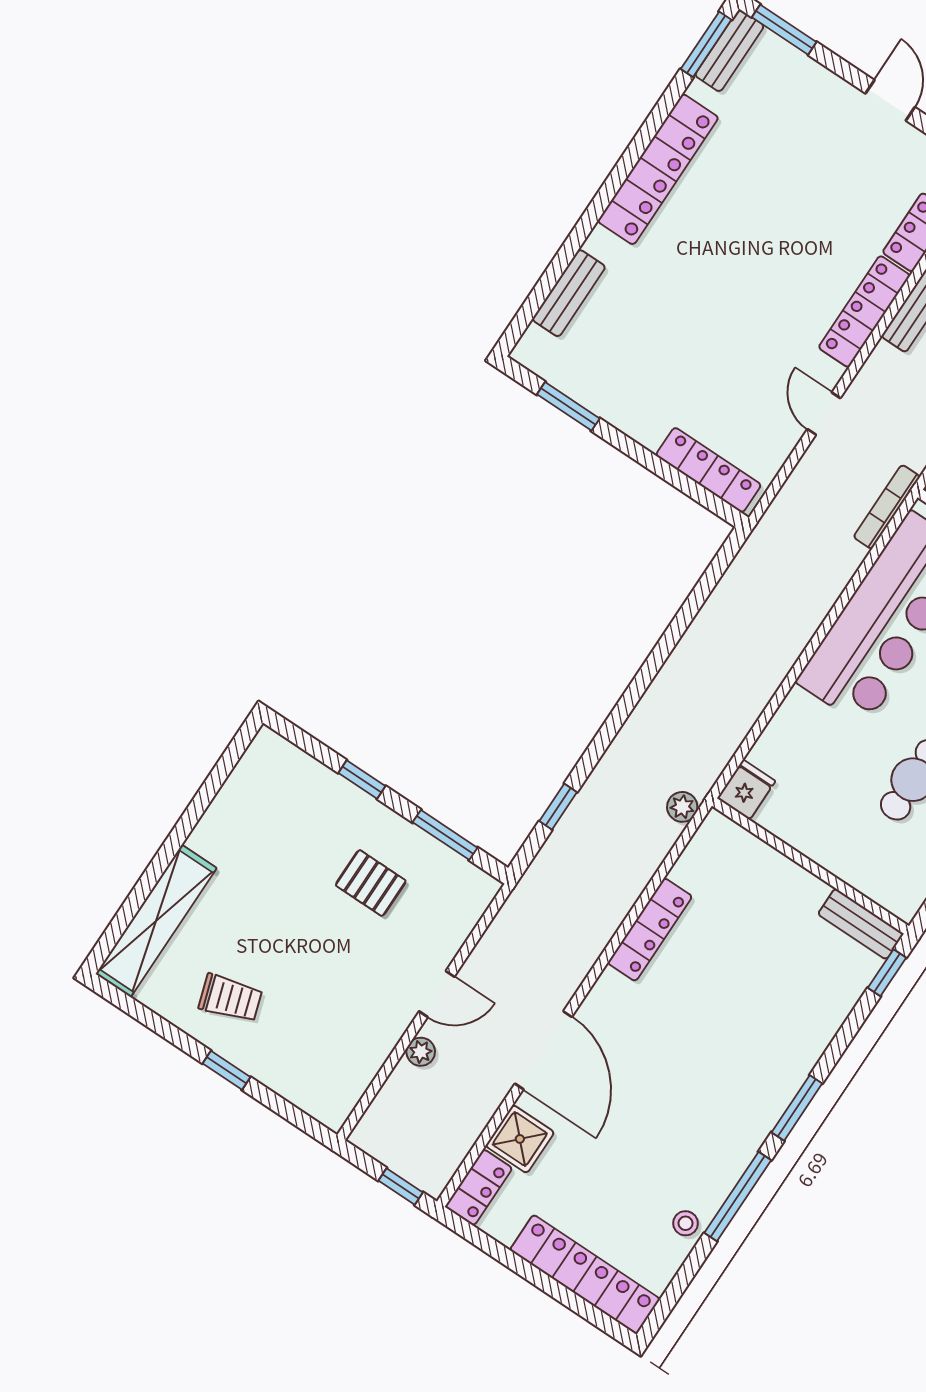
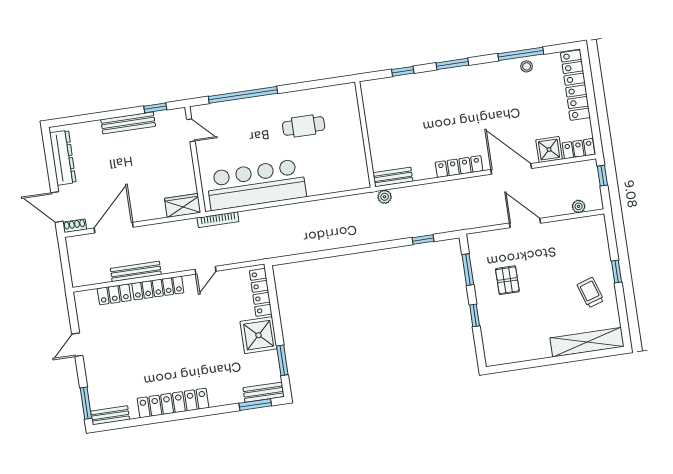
window: (706, 44) -> (255, 405), moved
bench: (569, 293) -> (264, 392), moved
shower: (643, 405) -> (259, 335), added
fridge: (746, 790) -> (359, 180), removed
bench: (861, 924) -> (393, 177), moved, turned 90
locker: (650, 930) -> (459, 167), moved
window: (887, 973) -> (403, 71), moved
door: (437, 994) -> (525, 223), width x1.38
door: (543, 1050) -> (511, 169), hinge flipped
plant: (421, 1052) -> (579, 206), moved
window: (738, 1197) -> (521, 54), moved

